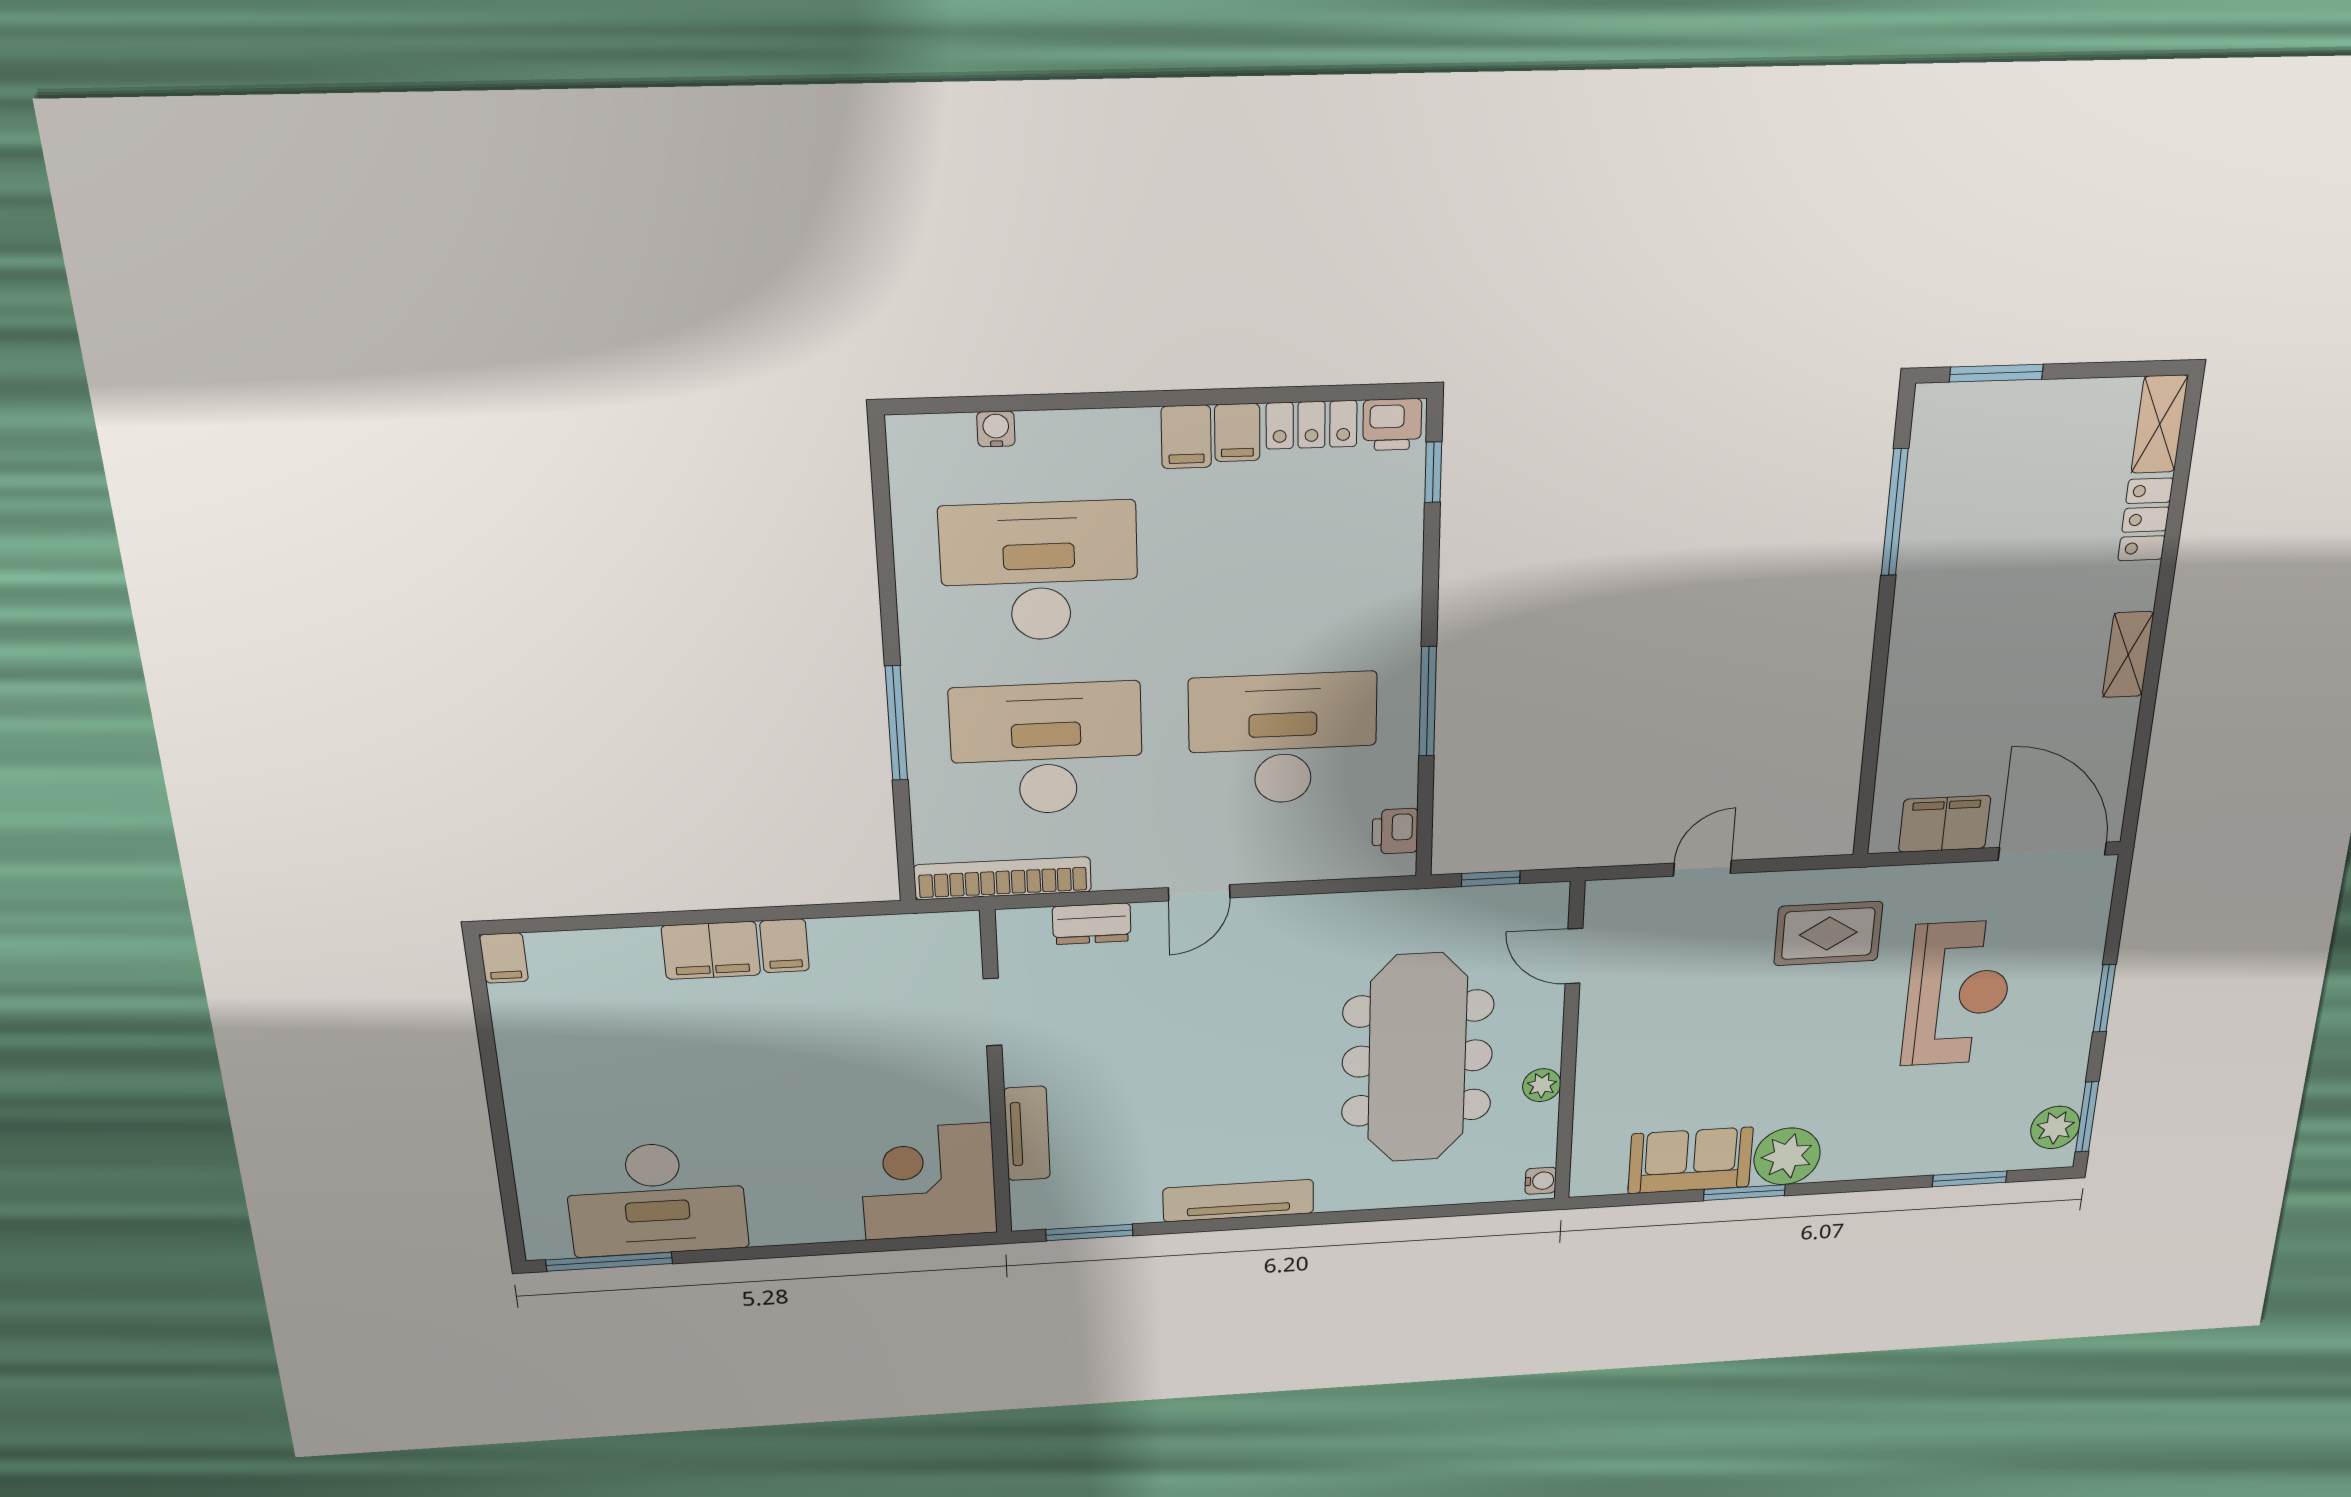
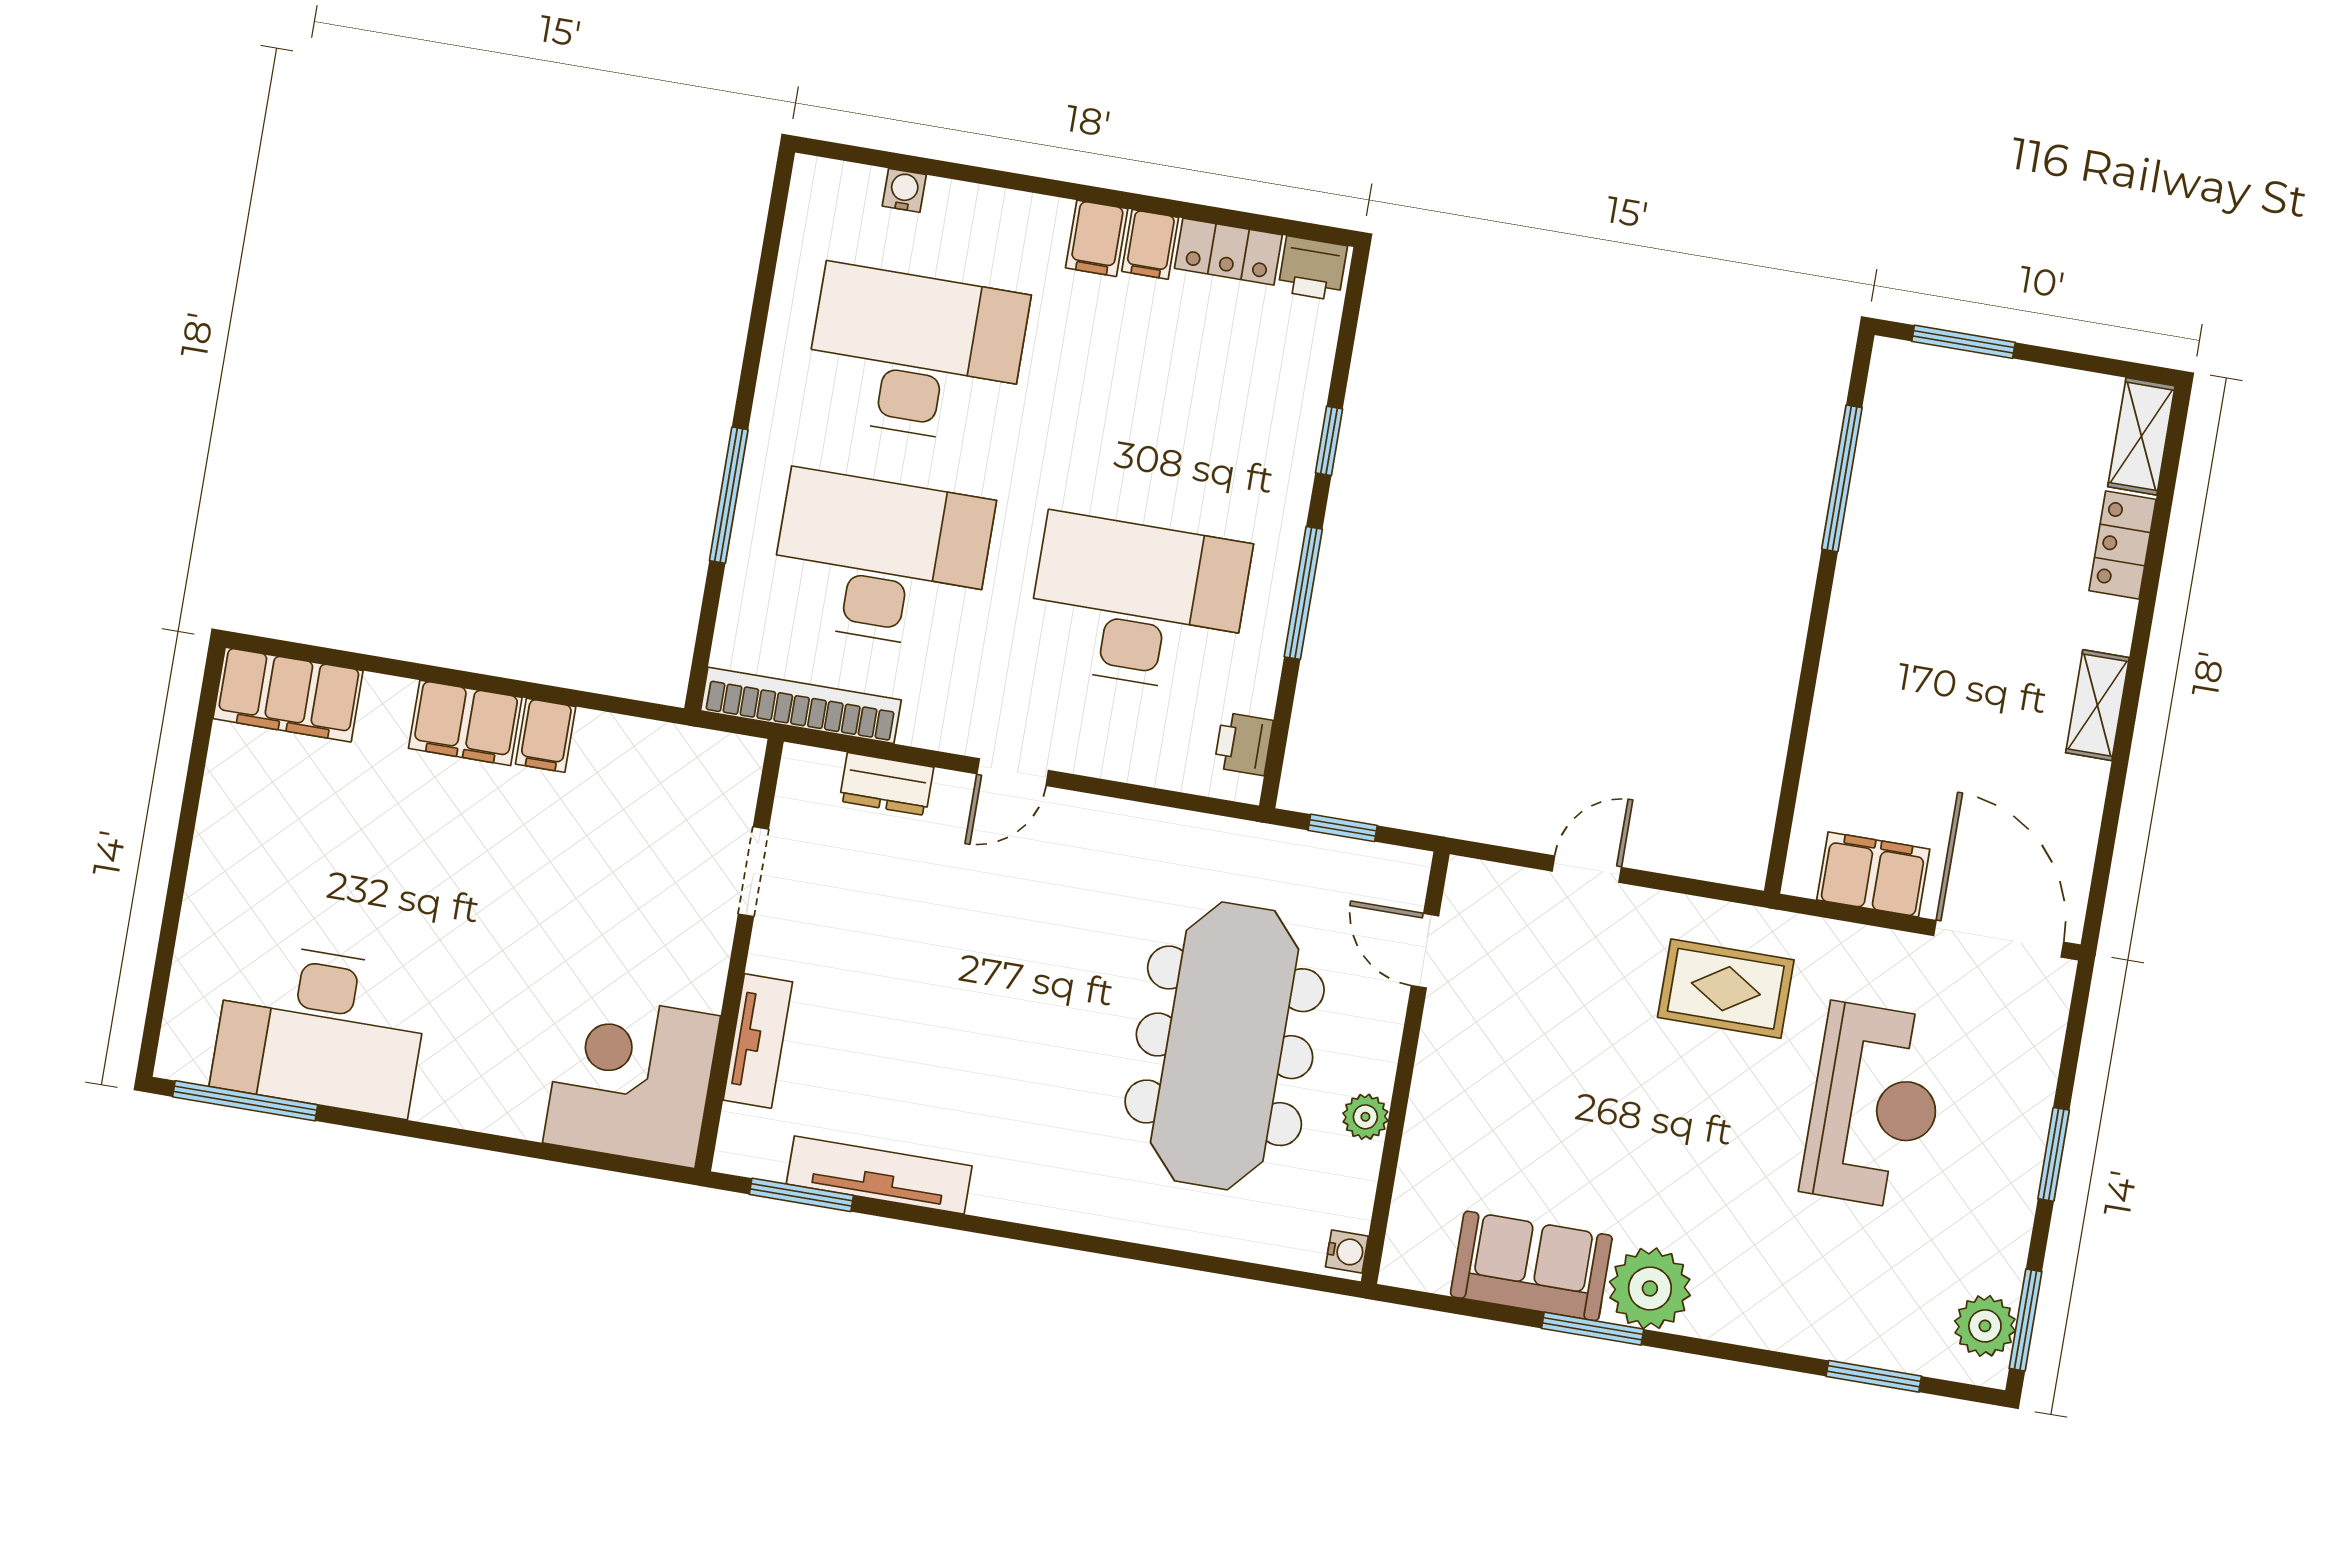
window: (1433, 472) -> (1329, 441), moved
filing cabinet: (504, 958) -> (288, 695), width x3.00, depth x1.17
tv unit: (1238, 1201) -> (879, 1175), moved

